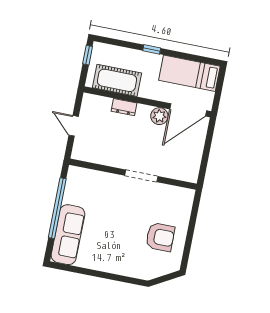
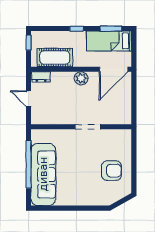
window: (195, 58) -> (111, 29), added
dresser: (124, 107) -> (41, 77), moved
plant: (159, 116) -> (81, 78), moved
sofa: (68, 235) -> (43, 174), width x1.36, depth x1.27

